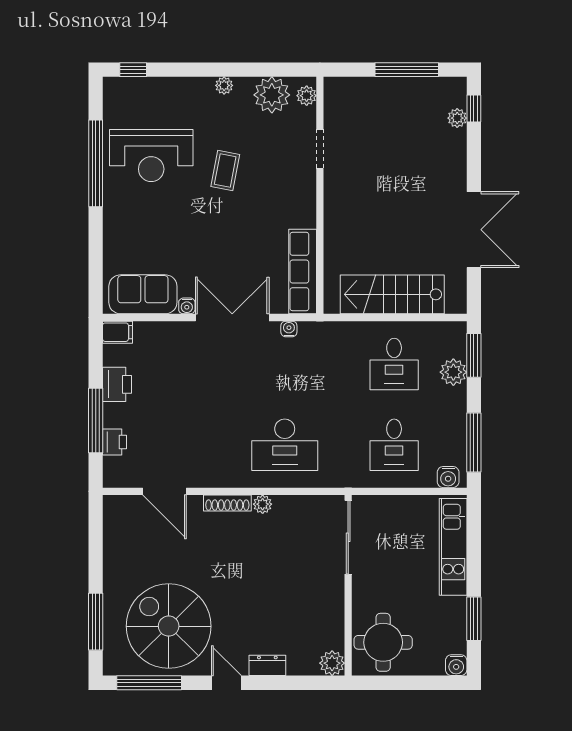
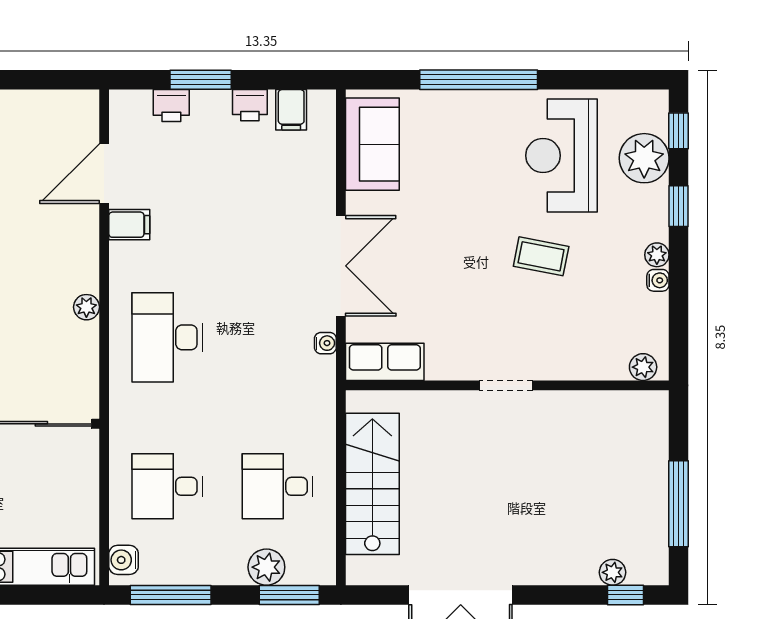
window: (188, 70) -> (678, 206), added
plant: (272, 95) -> (644, 158), moved
doorway: (320, 149) -> (506, 385), moved
window: (96, 163) -> (479, 80), moved
row of seats: (303, 272) -> (385, 362), width x0.68
water cooler: (187, 306) -> (658, 280), moved, turned 180
filing cabinet: (118, 332) -> (291, 110), moved
printer: (117, 384) -> (250, 105), width x0.73, depth x0.81
window: (96, 421) -> (201, 80), width x0.69
filing cabinet: (202, 473) -> (129, 225), added
shoe rack: (227, 503) -> (88, 259), removed

